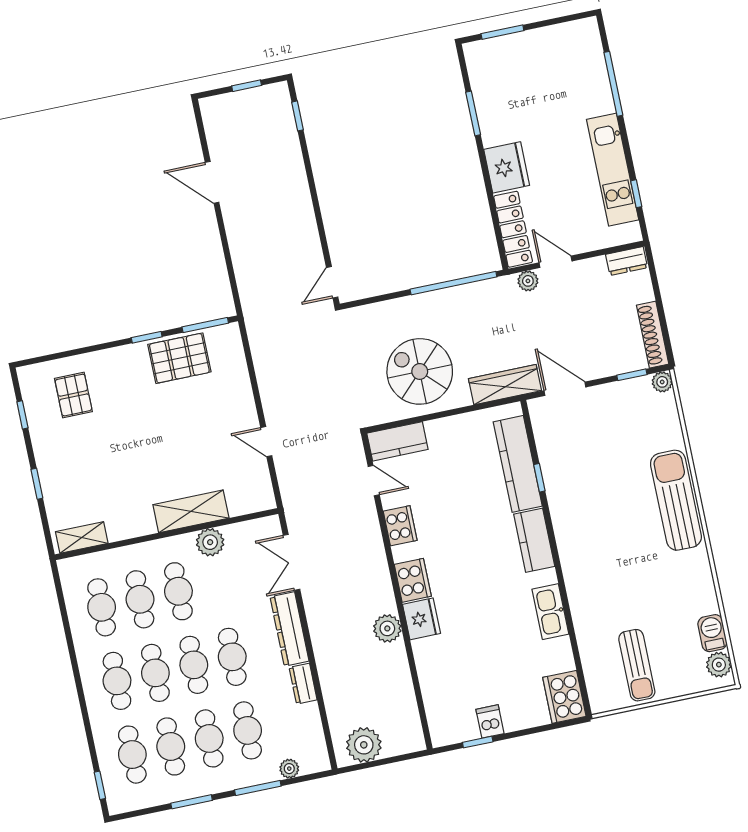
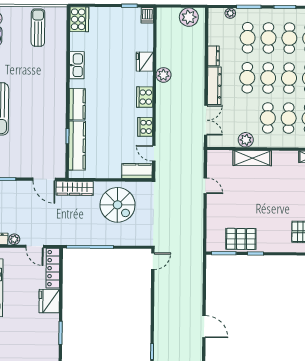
plant: (528, 281) -> (14, 239), moved
fridge: (422, 619) -> (145, 62), moved
dishwasher: (490, 721) -> (147, 15), moved

